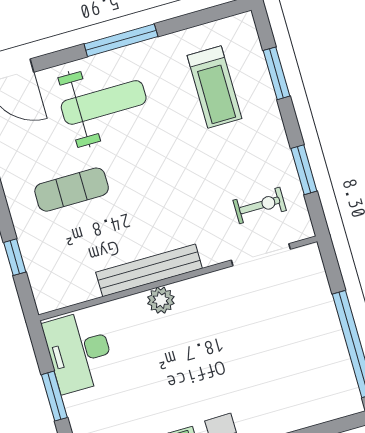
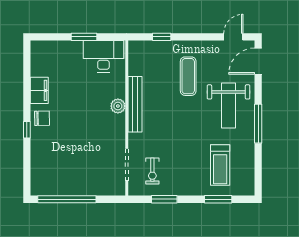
treadmill: (214, 87) -> (220, 165), turned -90

